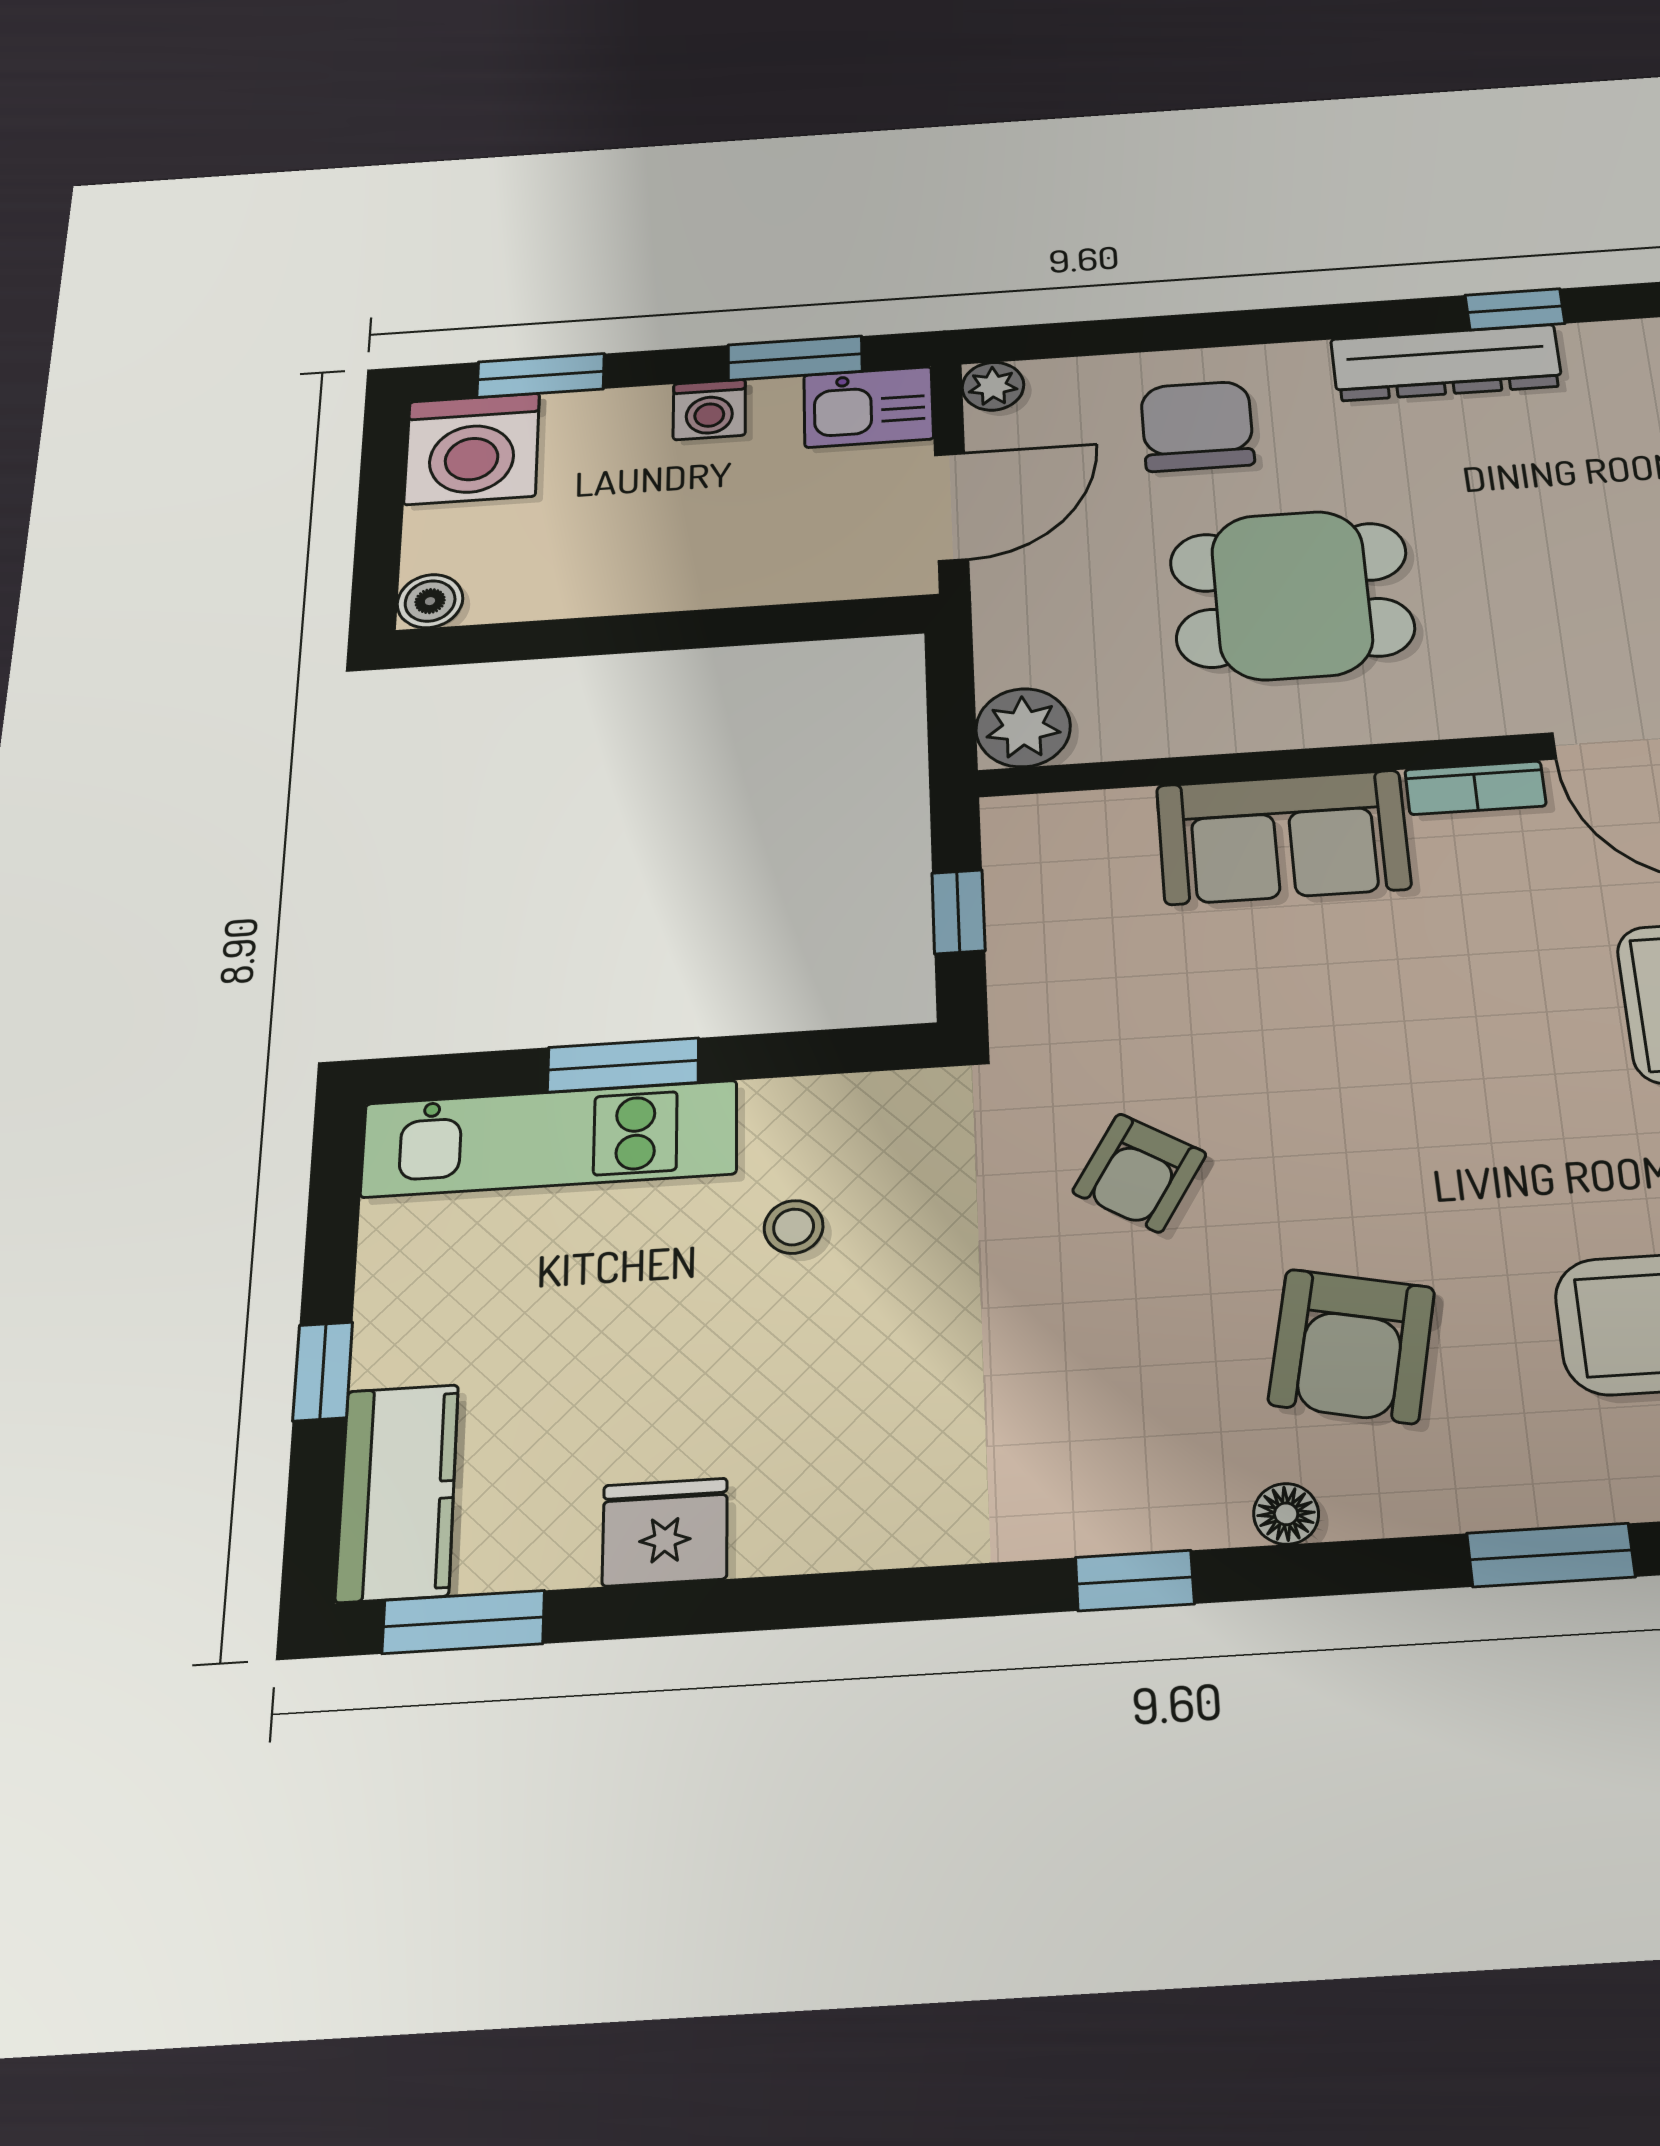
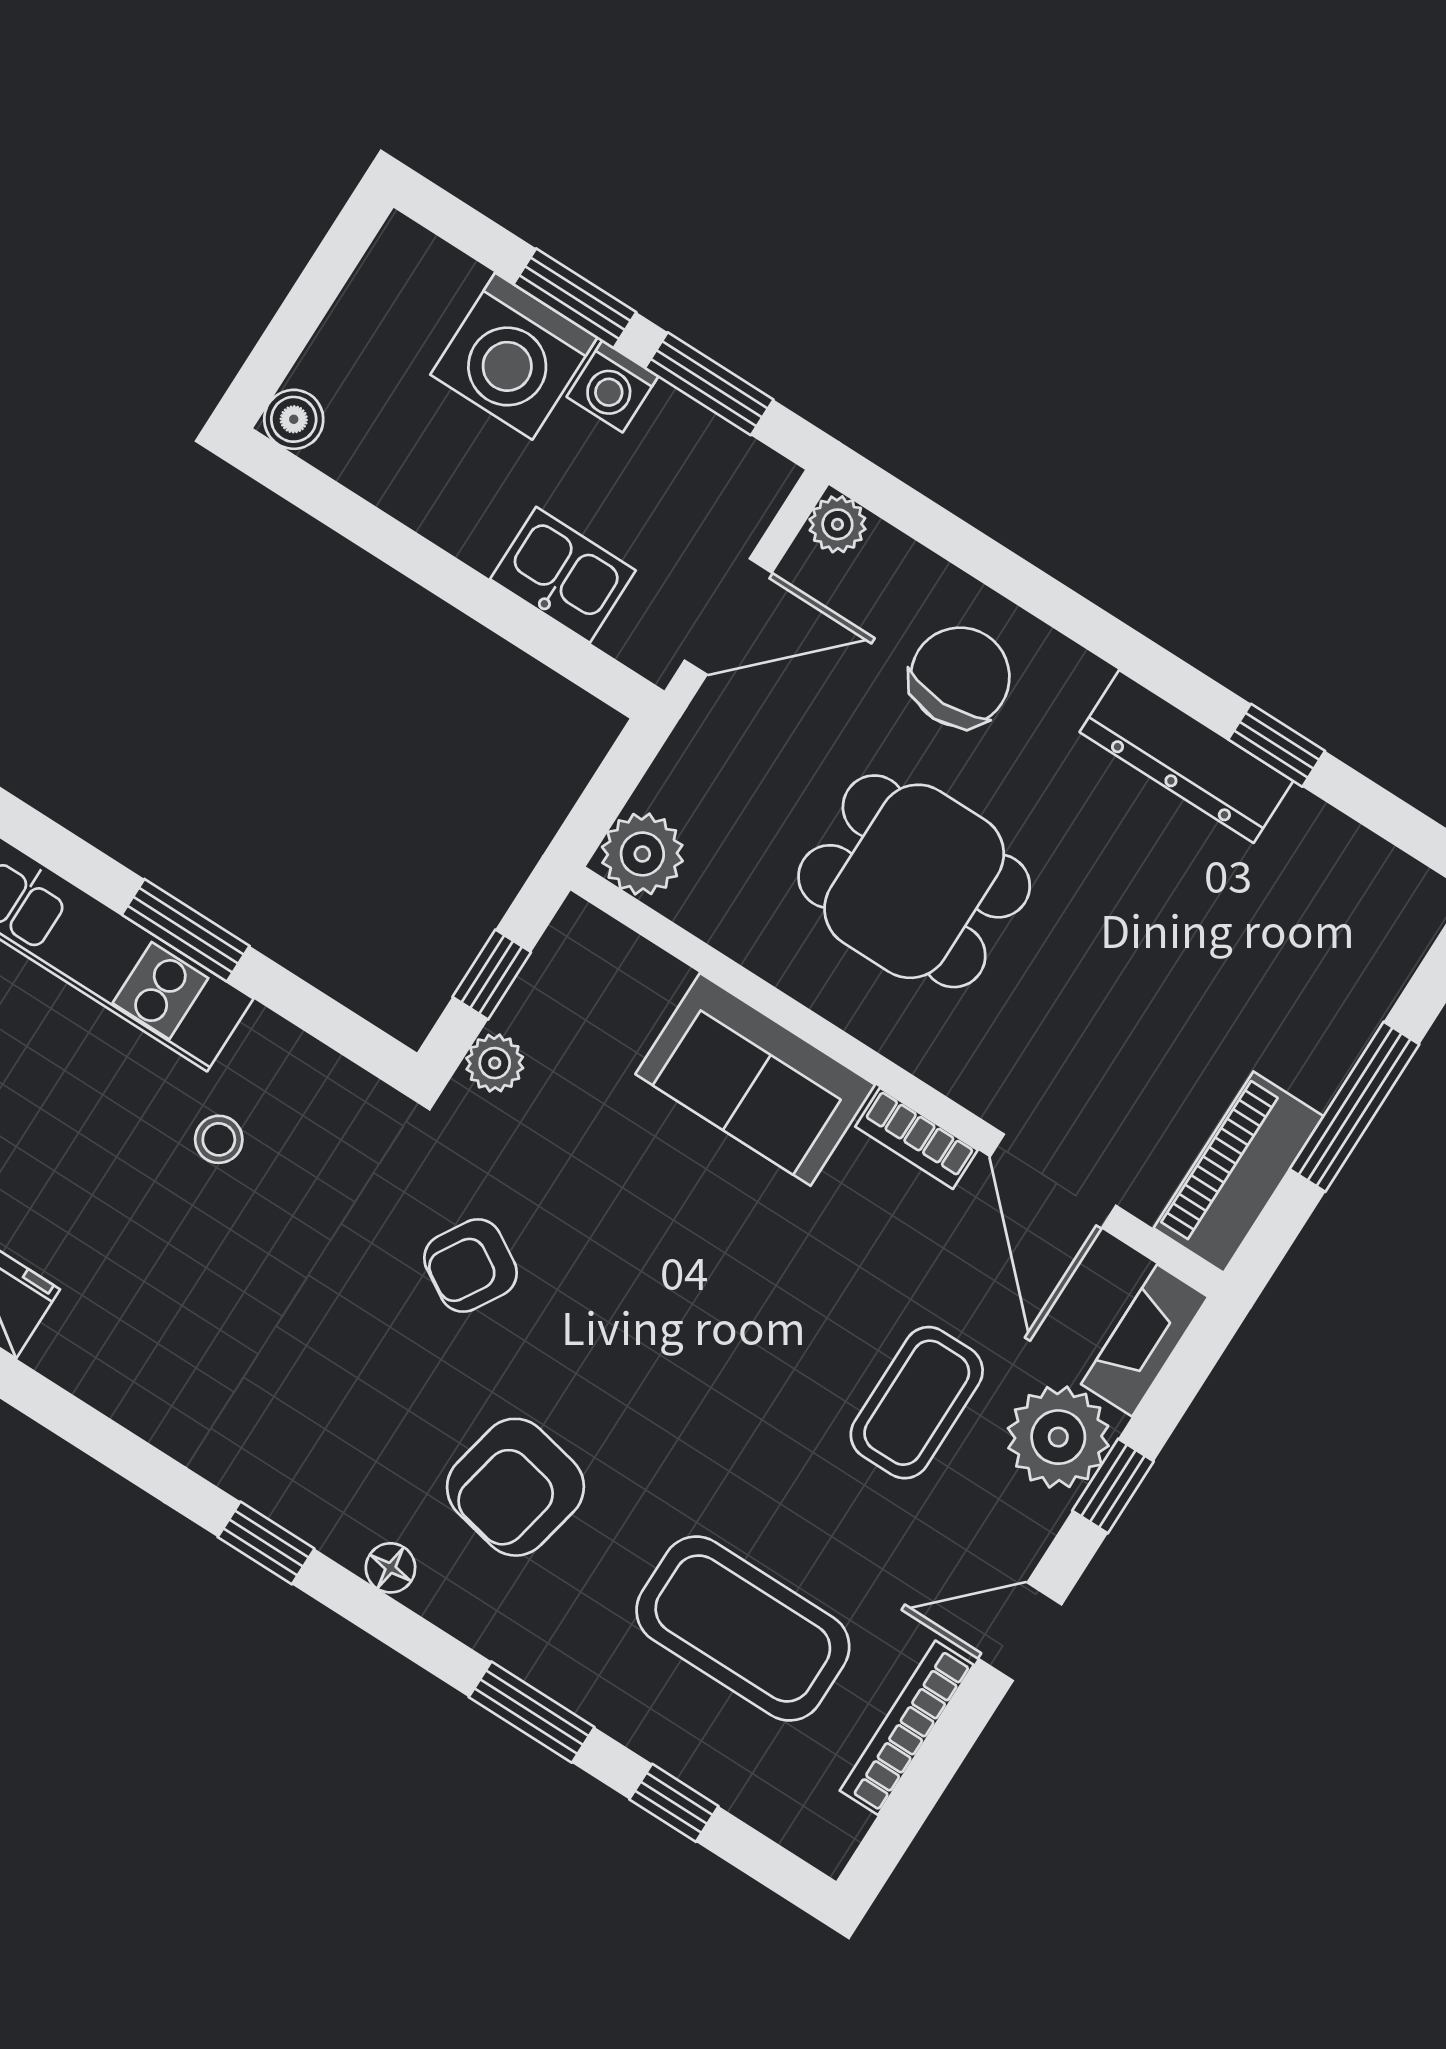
window: (541, 375) -> (575, 298), moved
kitchen sink: (868, 407) -> (563, 575), moved, turned 180
washing machine: (472, 449) -> (514, 356), moved
plant: (1021, 983) -> (495, 1063), added

